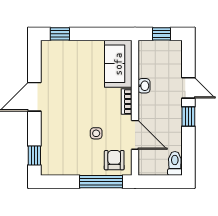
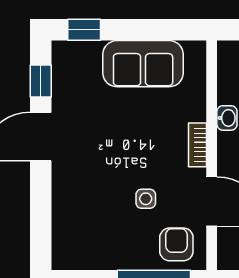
sofa: (118, 64) -> (143, 64), moved, turned -90
window: (34, 156) -> (41, 81), moved

